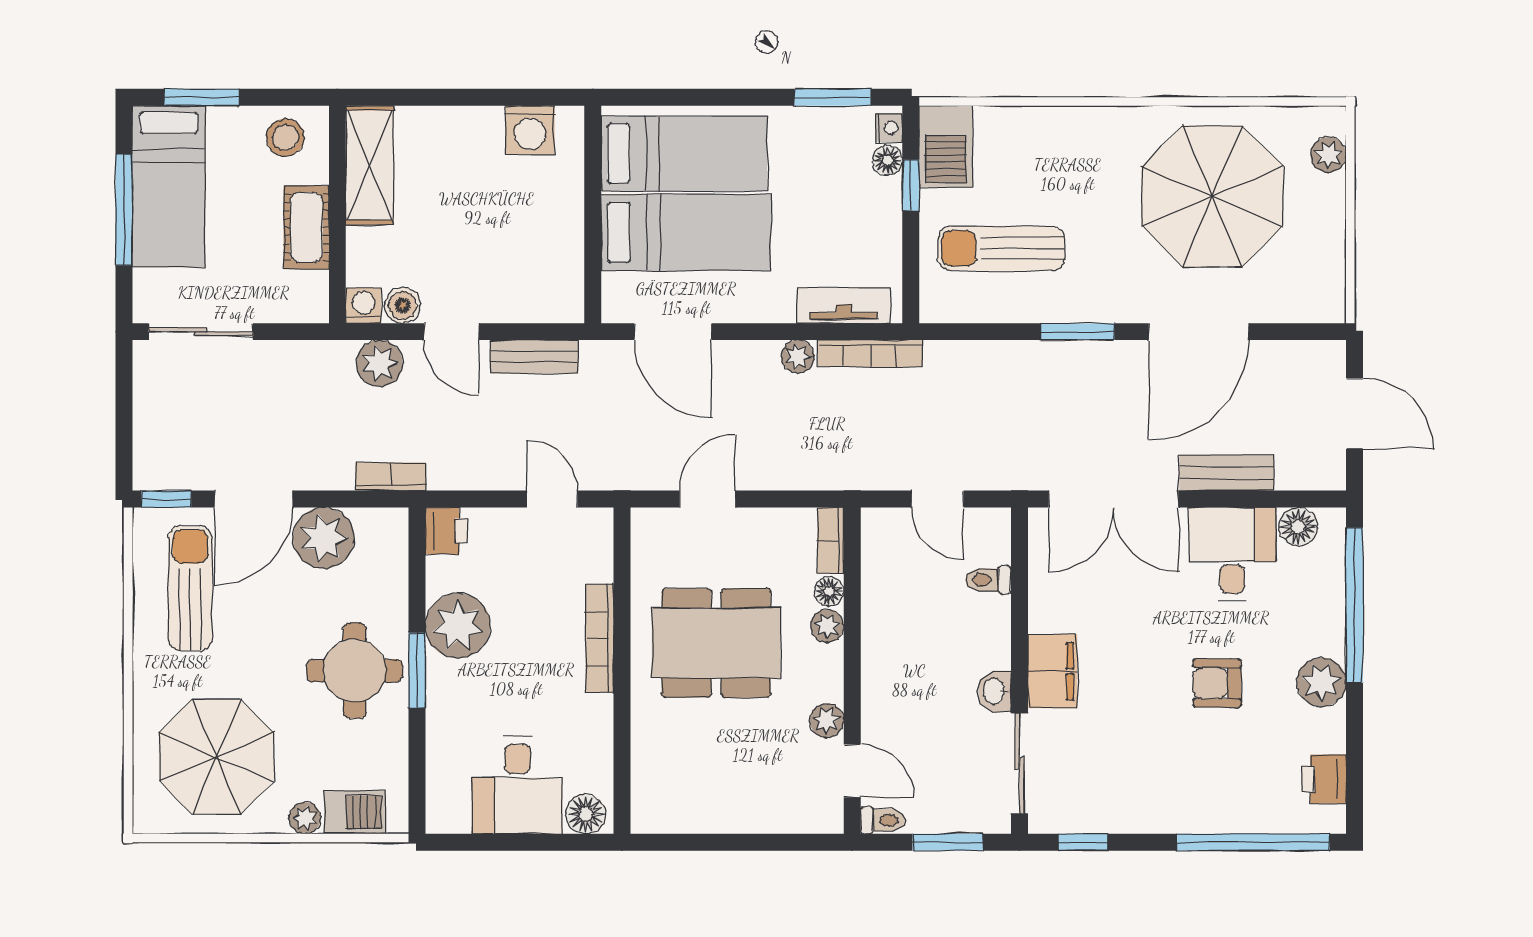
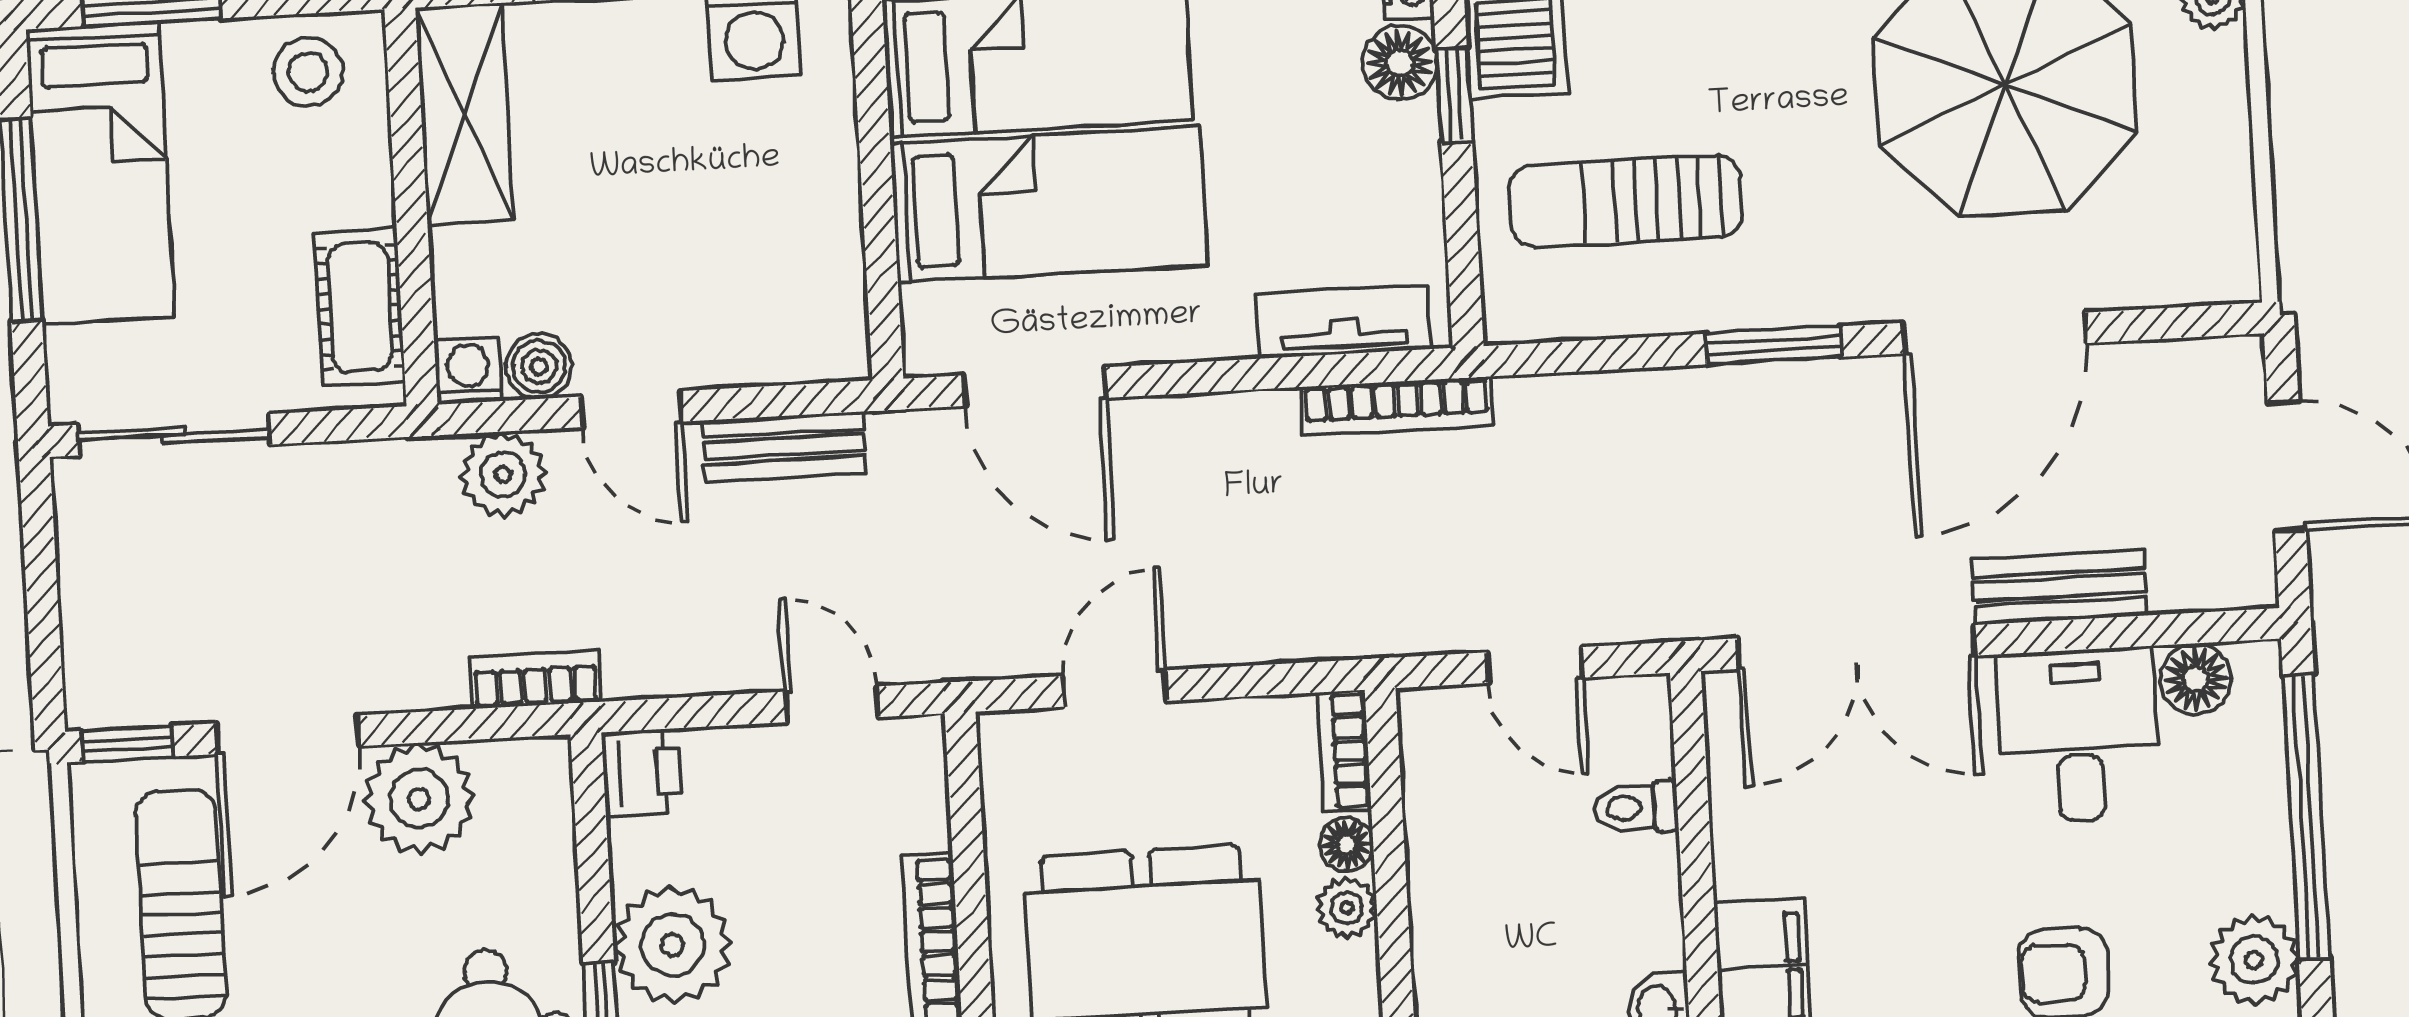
floor lamp: (888, 160) -> (1400, 63), width x1.37, depth x1.37
cot: (306, 227) -> (360, 307), moved
plant: (798, 357) -> (1265, 419), removed

